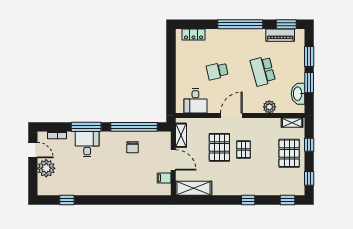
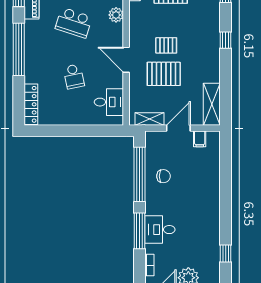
locker: (194, 34) -> (31, 104), width x1.53
school desk: (263, 71) -> (74, 23), turned 33

